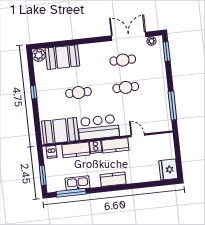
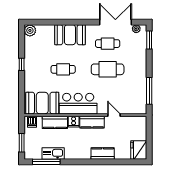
booth: (62, 57) -> (70, 35), moved
cafe table: (126, 87) -> (108, 69), width x1.37, depth x1.35
kitchen counter: (113, 179) -> (103, 153), moved

